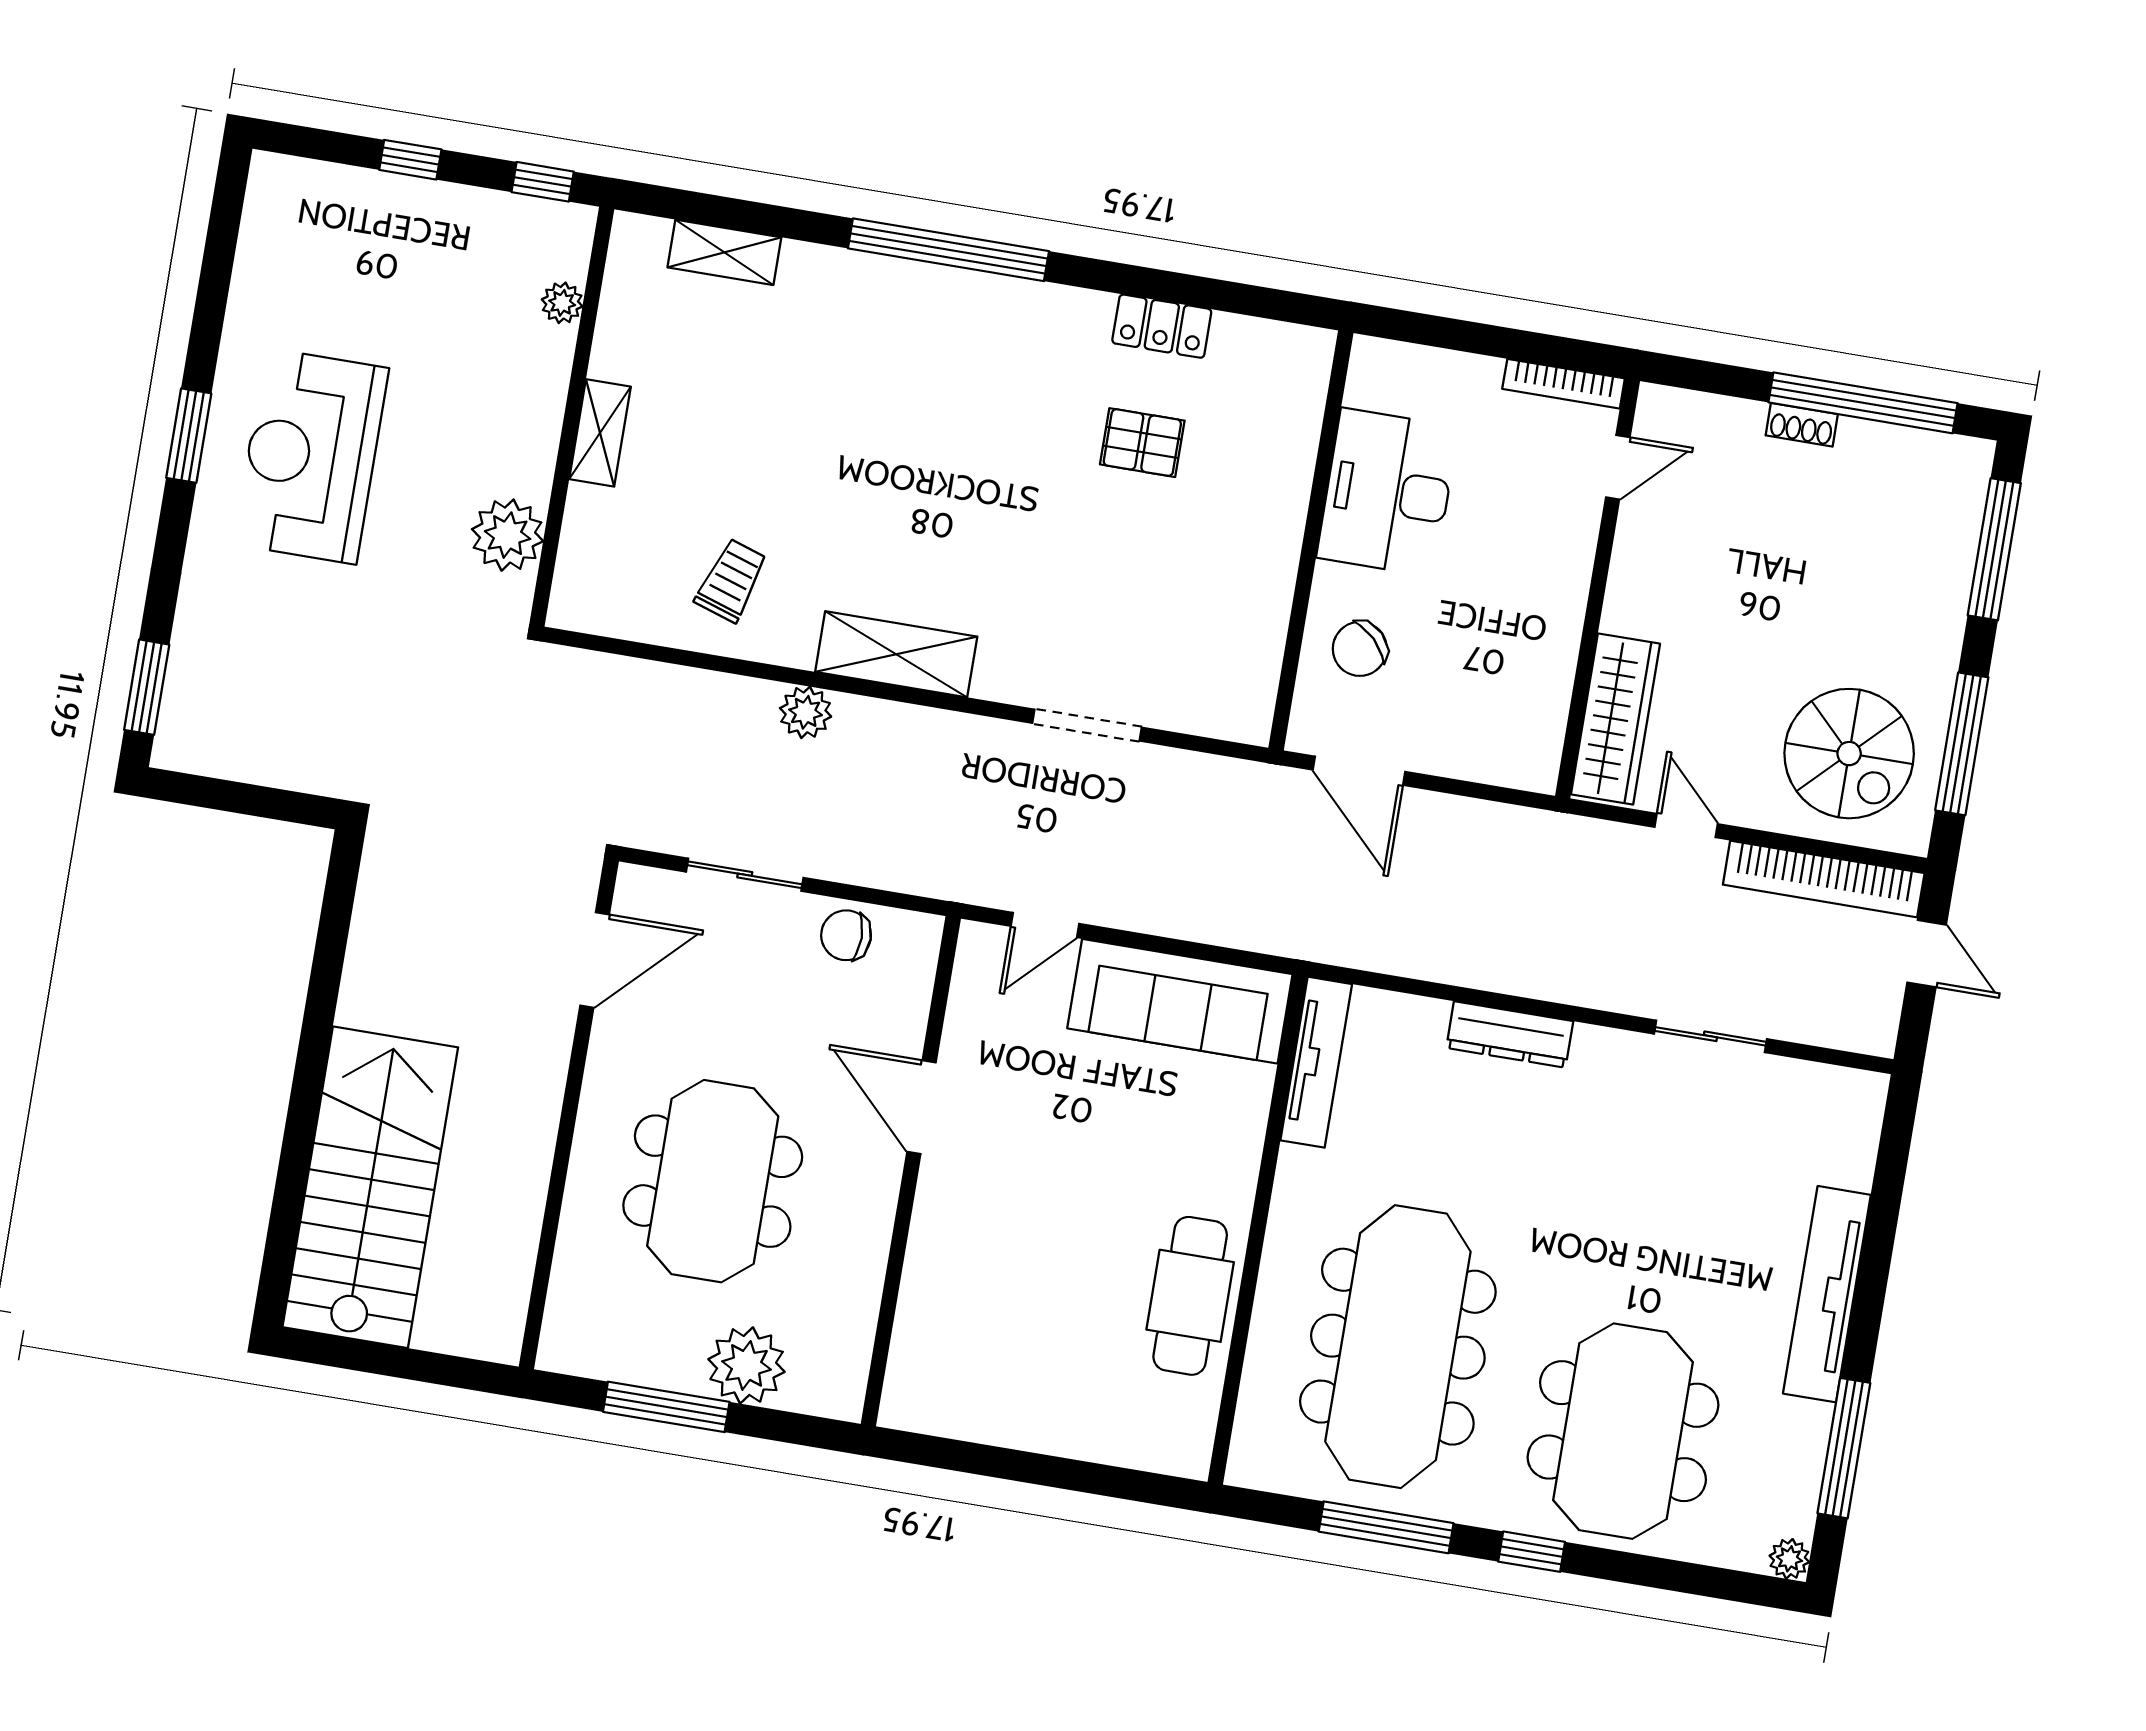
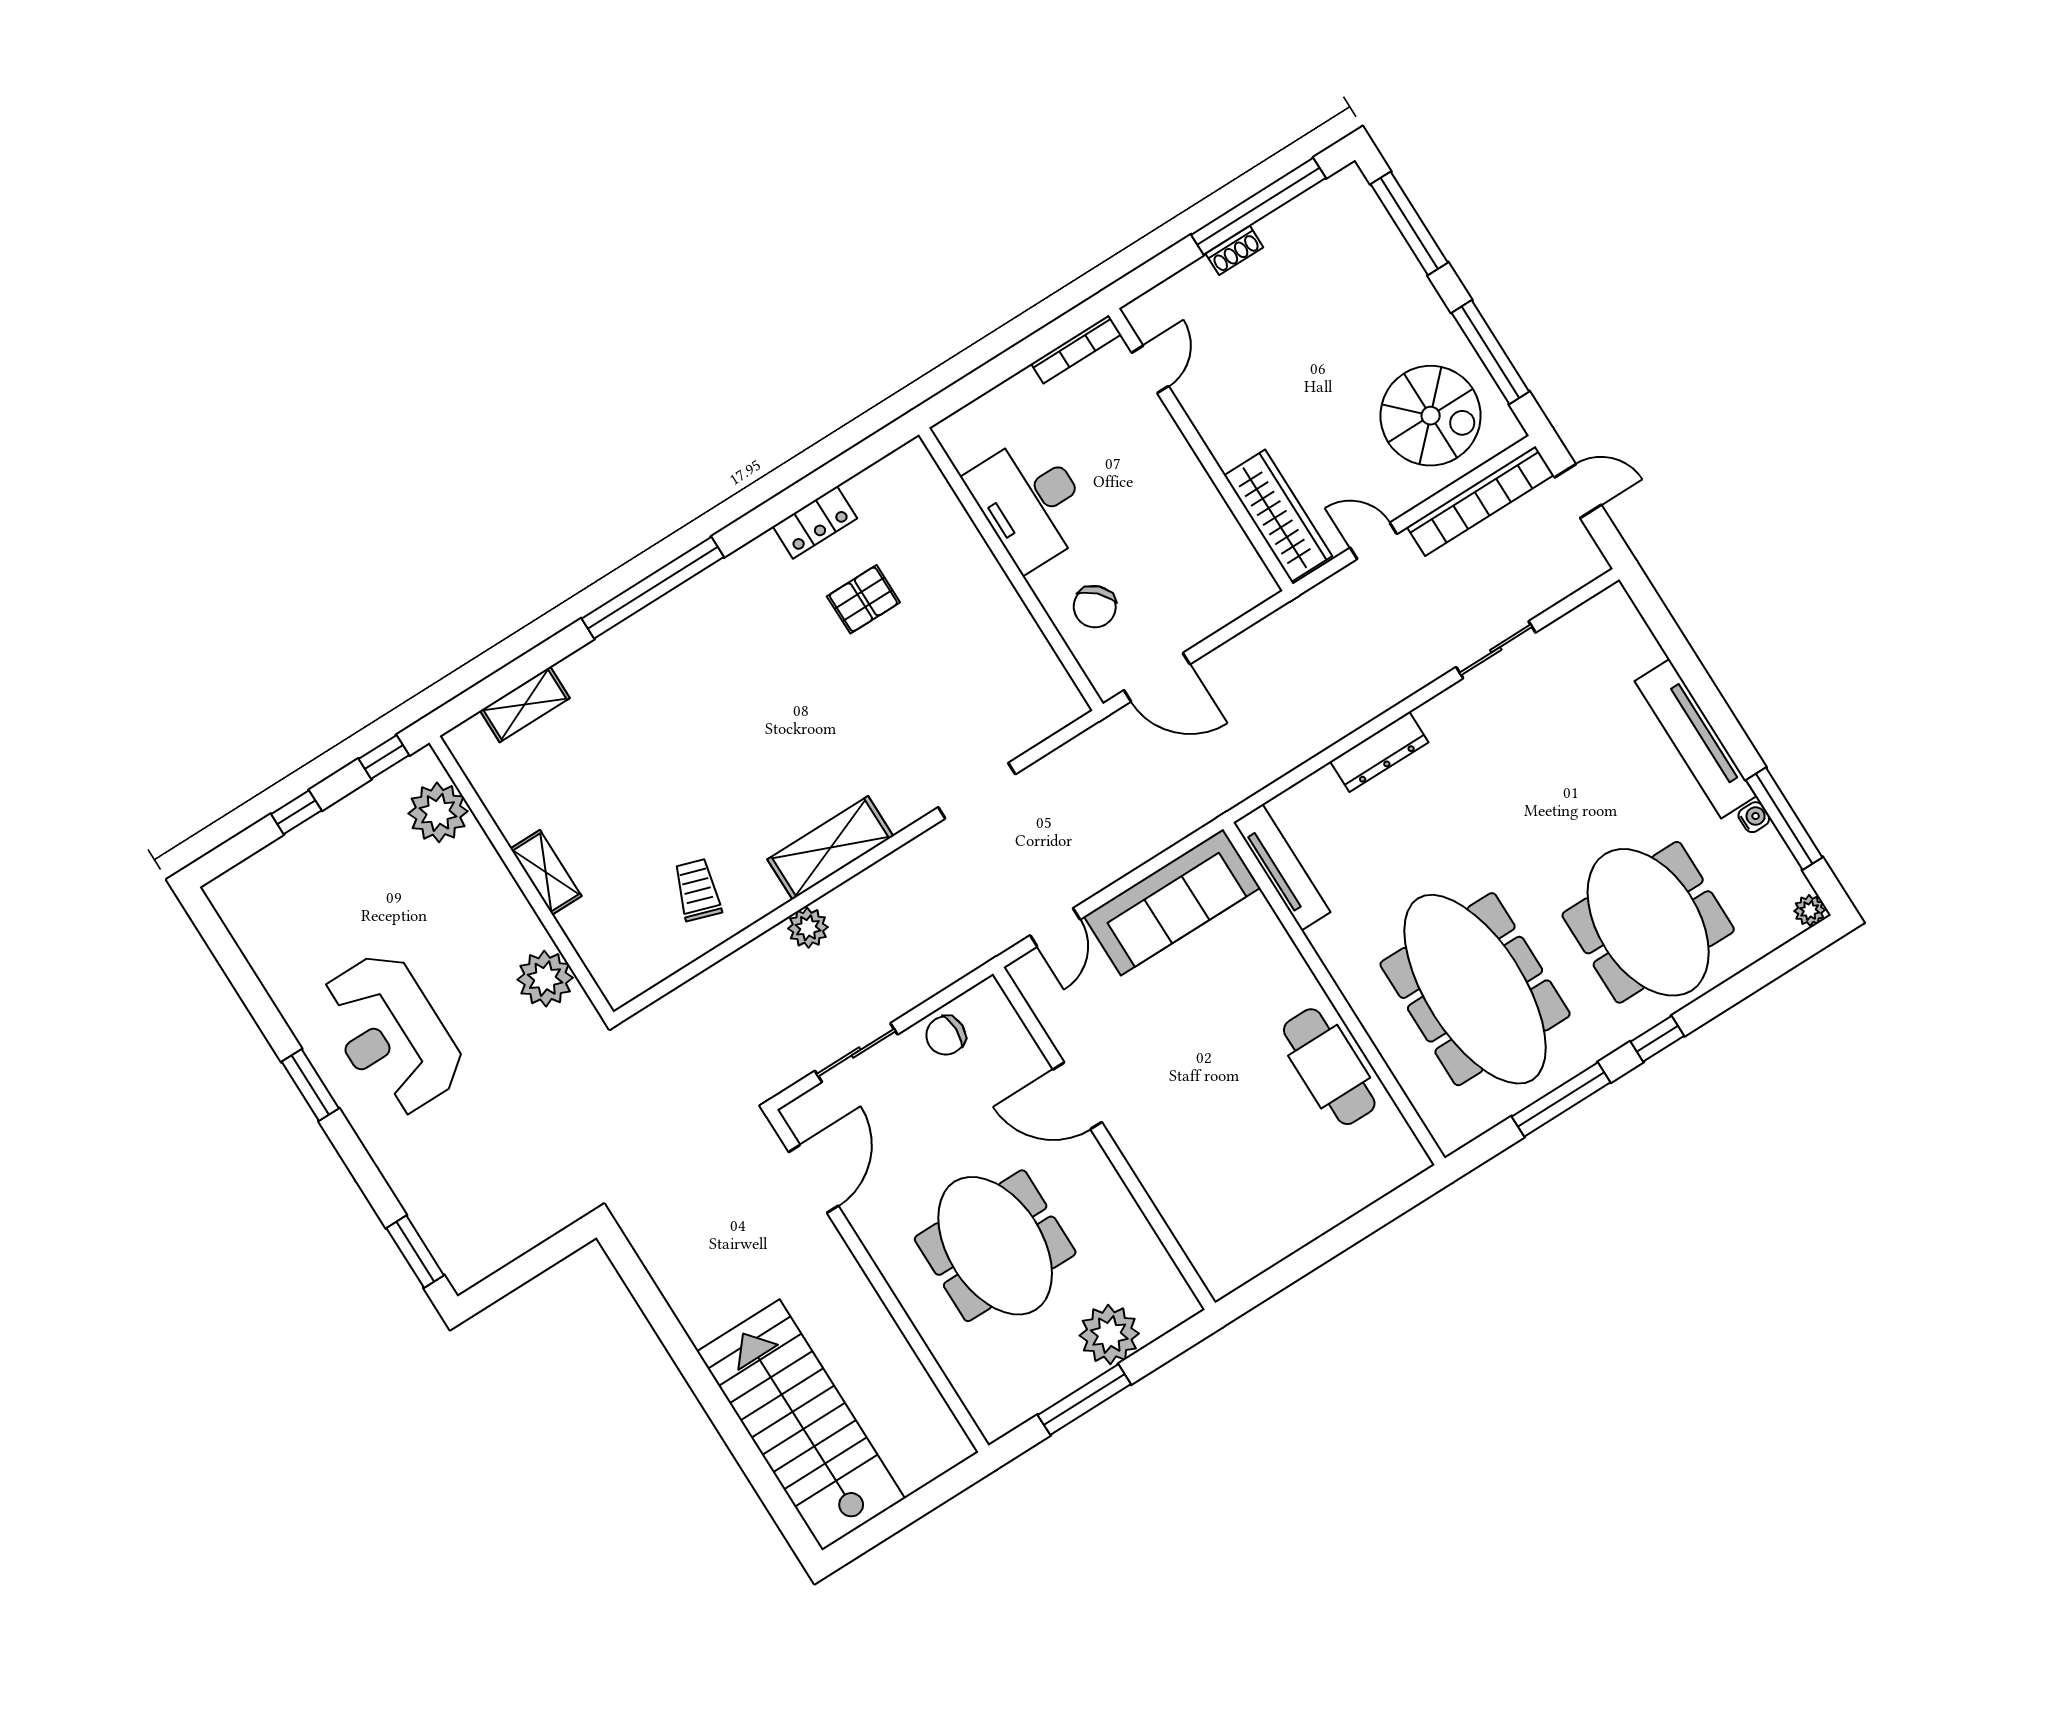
plant: (562, 303) -> (438, 812), width x1.88, depth x1.88
water cooler: (1816, 1420) -> (1754, 817), added

